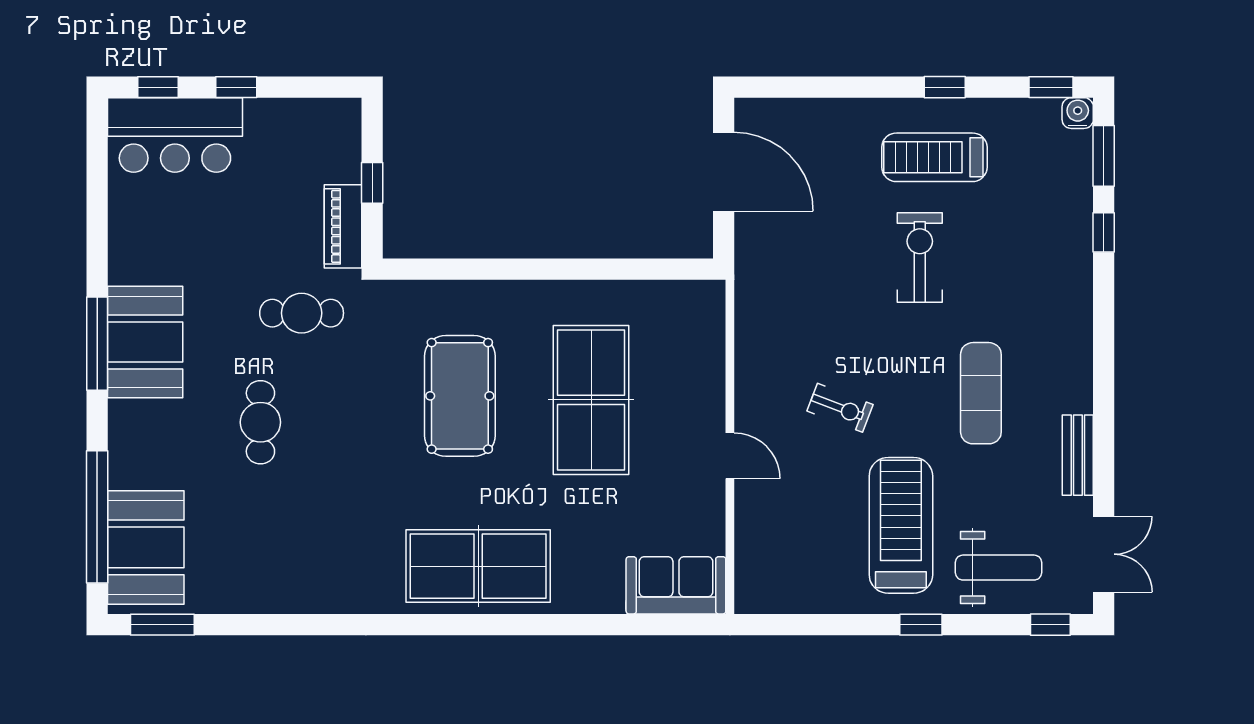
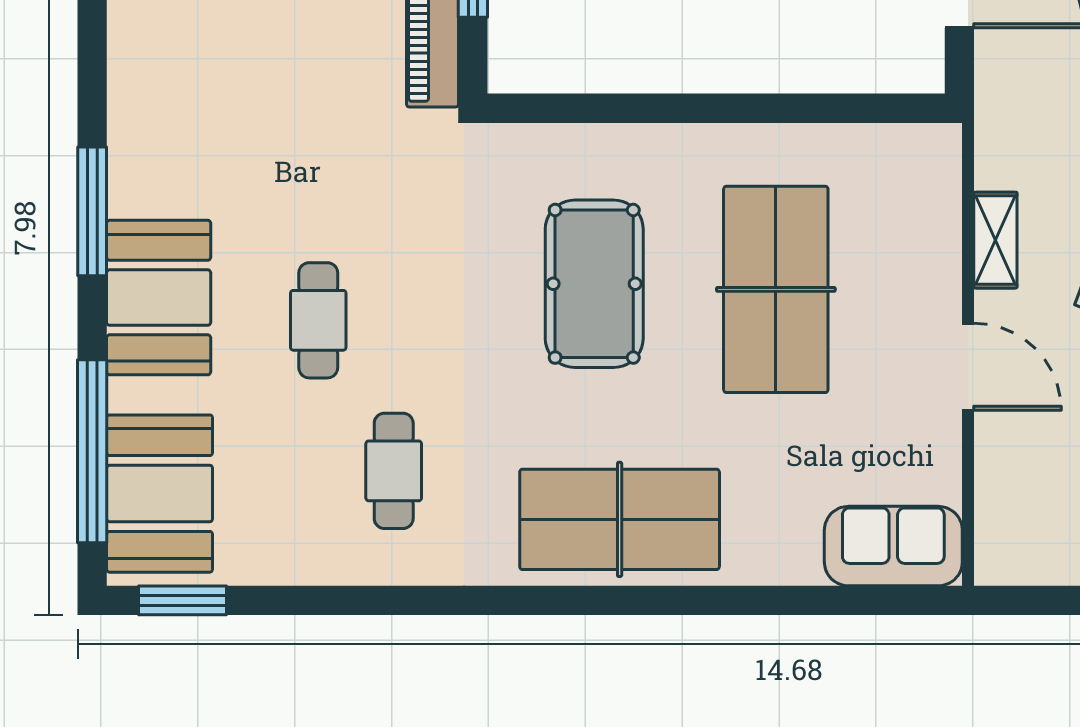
cafe table: (302, 313) -> (394, 471), moved, turned 90
booth: (145, 342) -> (159, 298), moved
shelving: (750, 364) -> (995, 240), added
door: (730, 456) -> (968, 367), width x1.38

